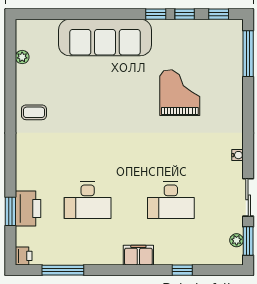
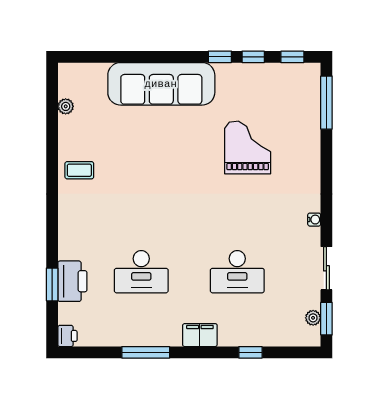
window: (63, 270) -> (146, 352), moved

